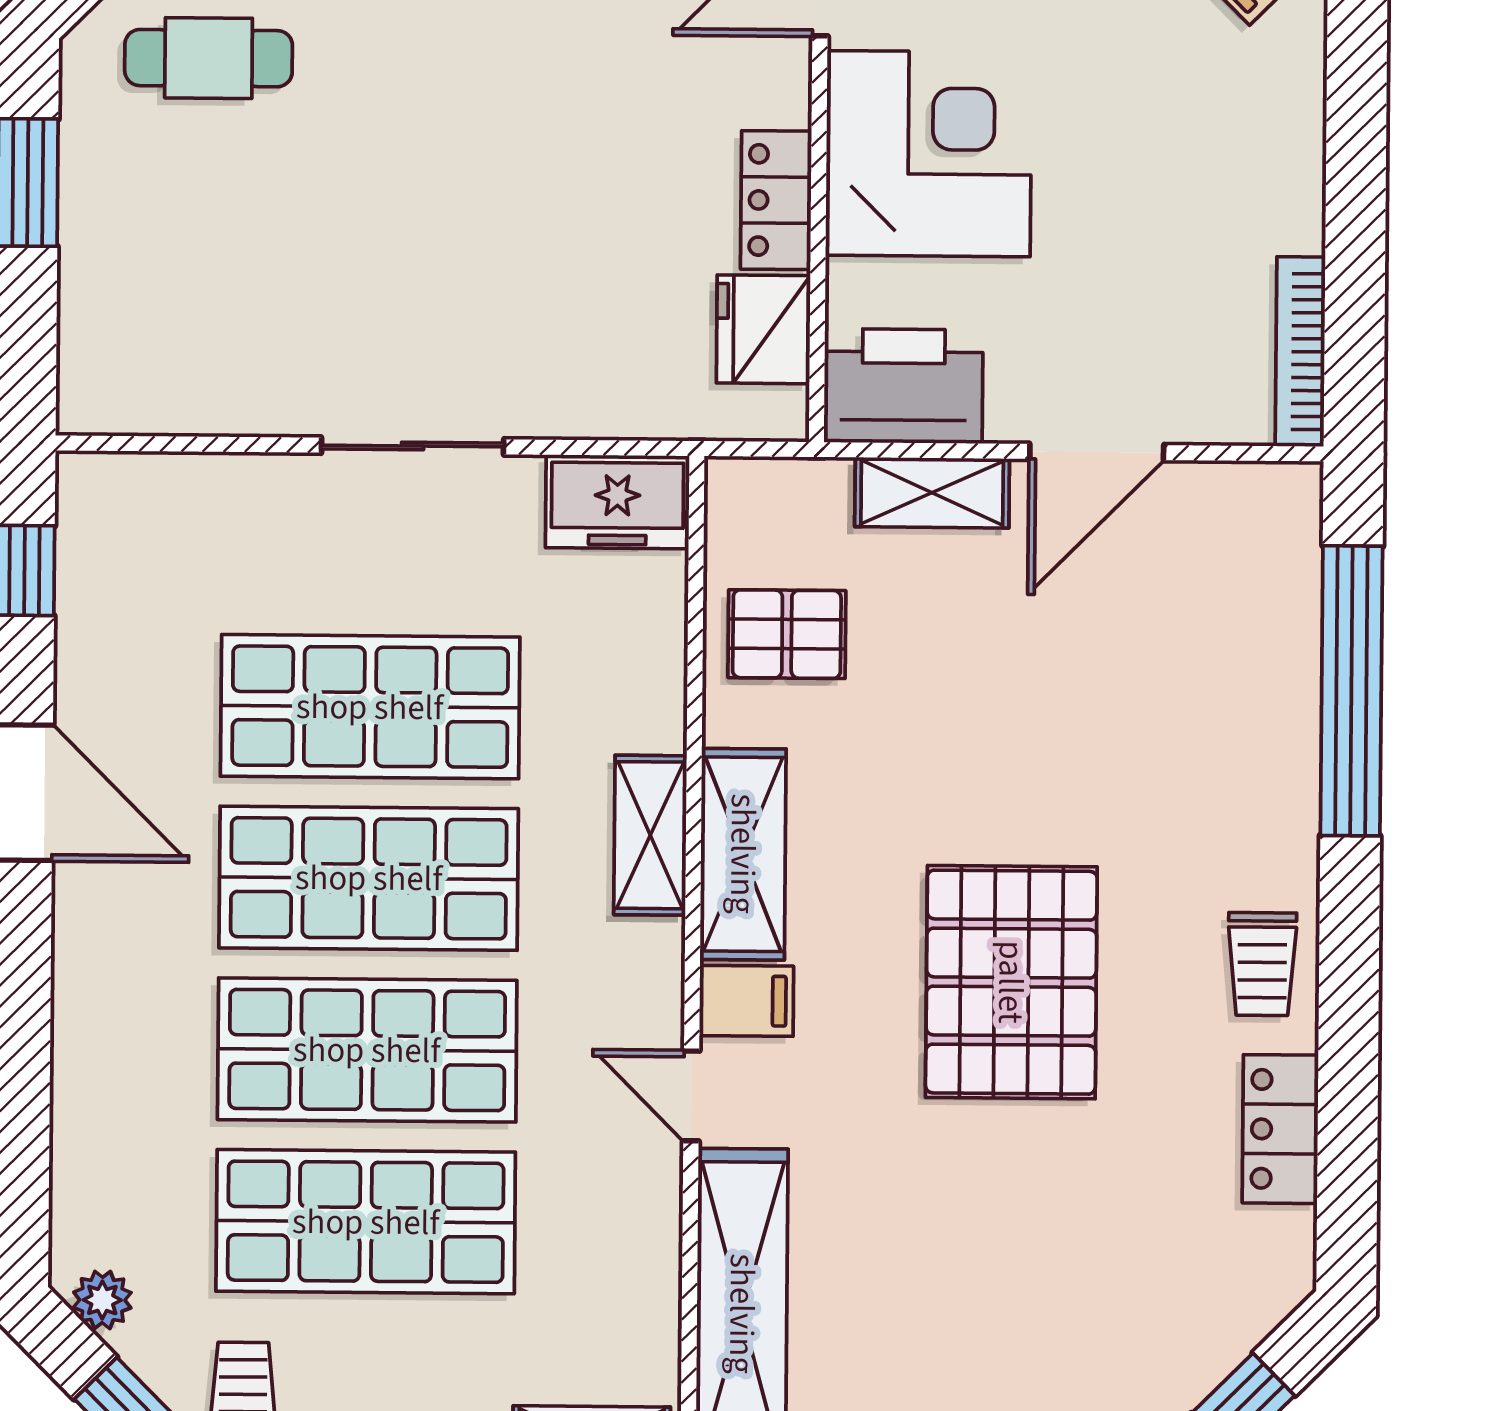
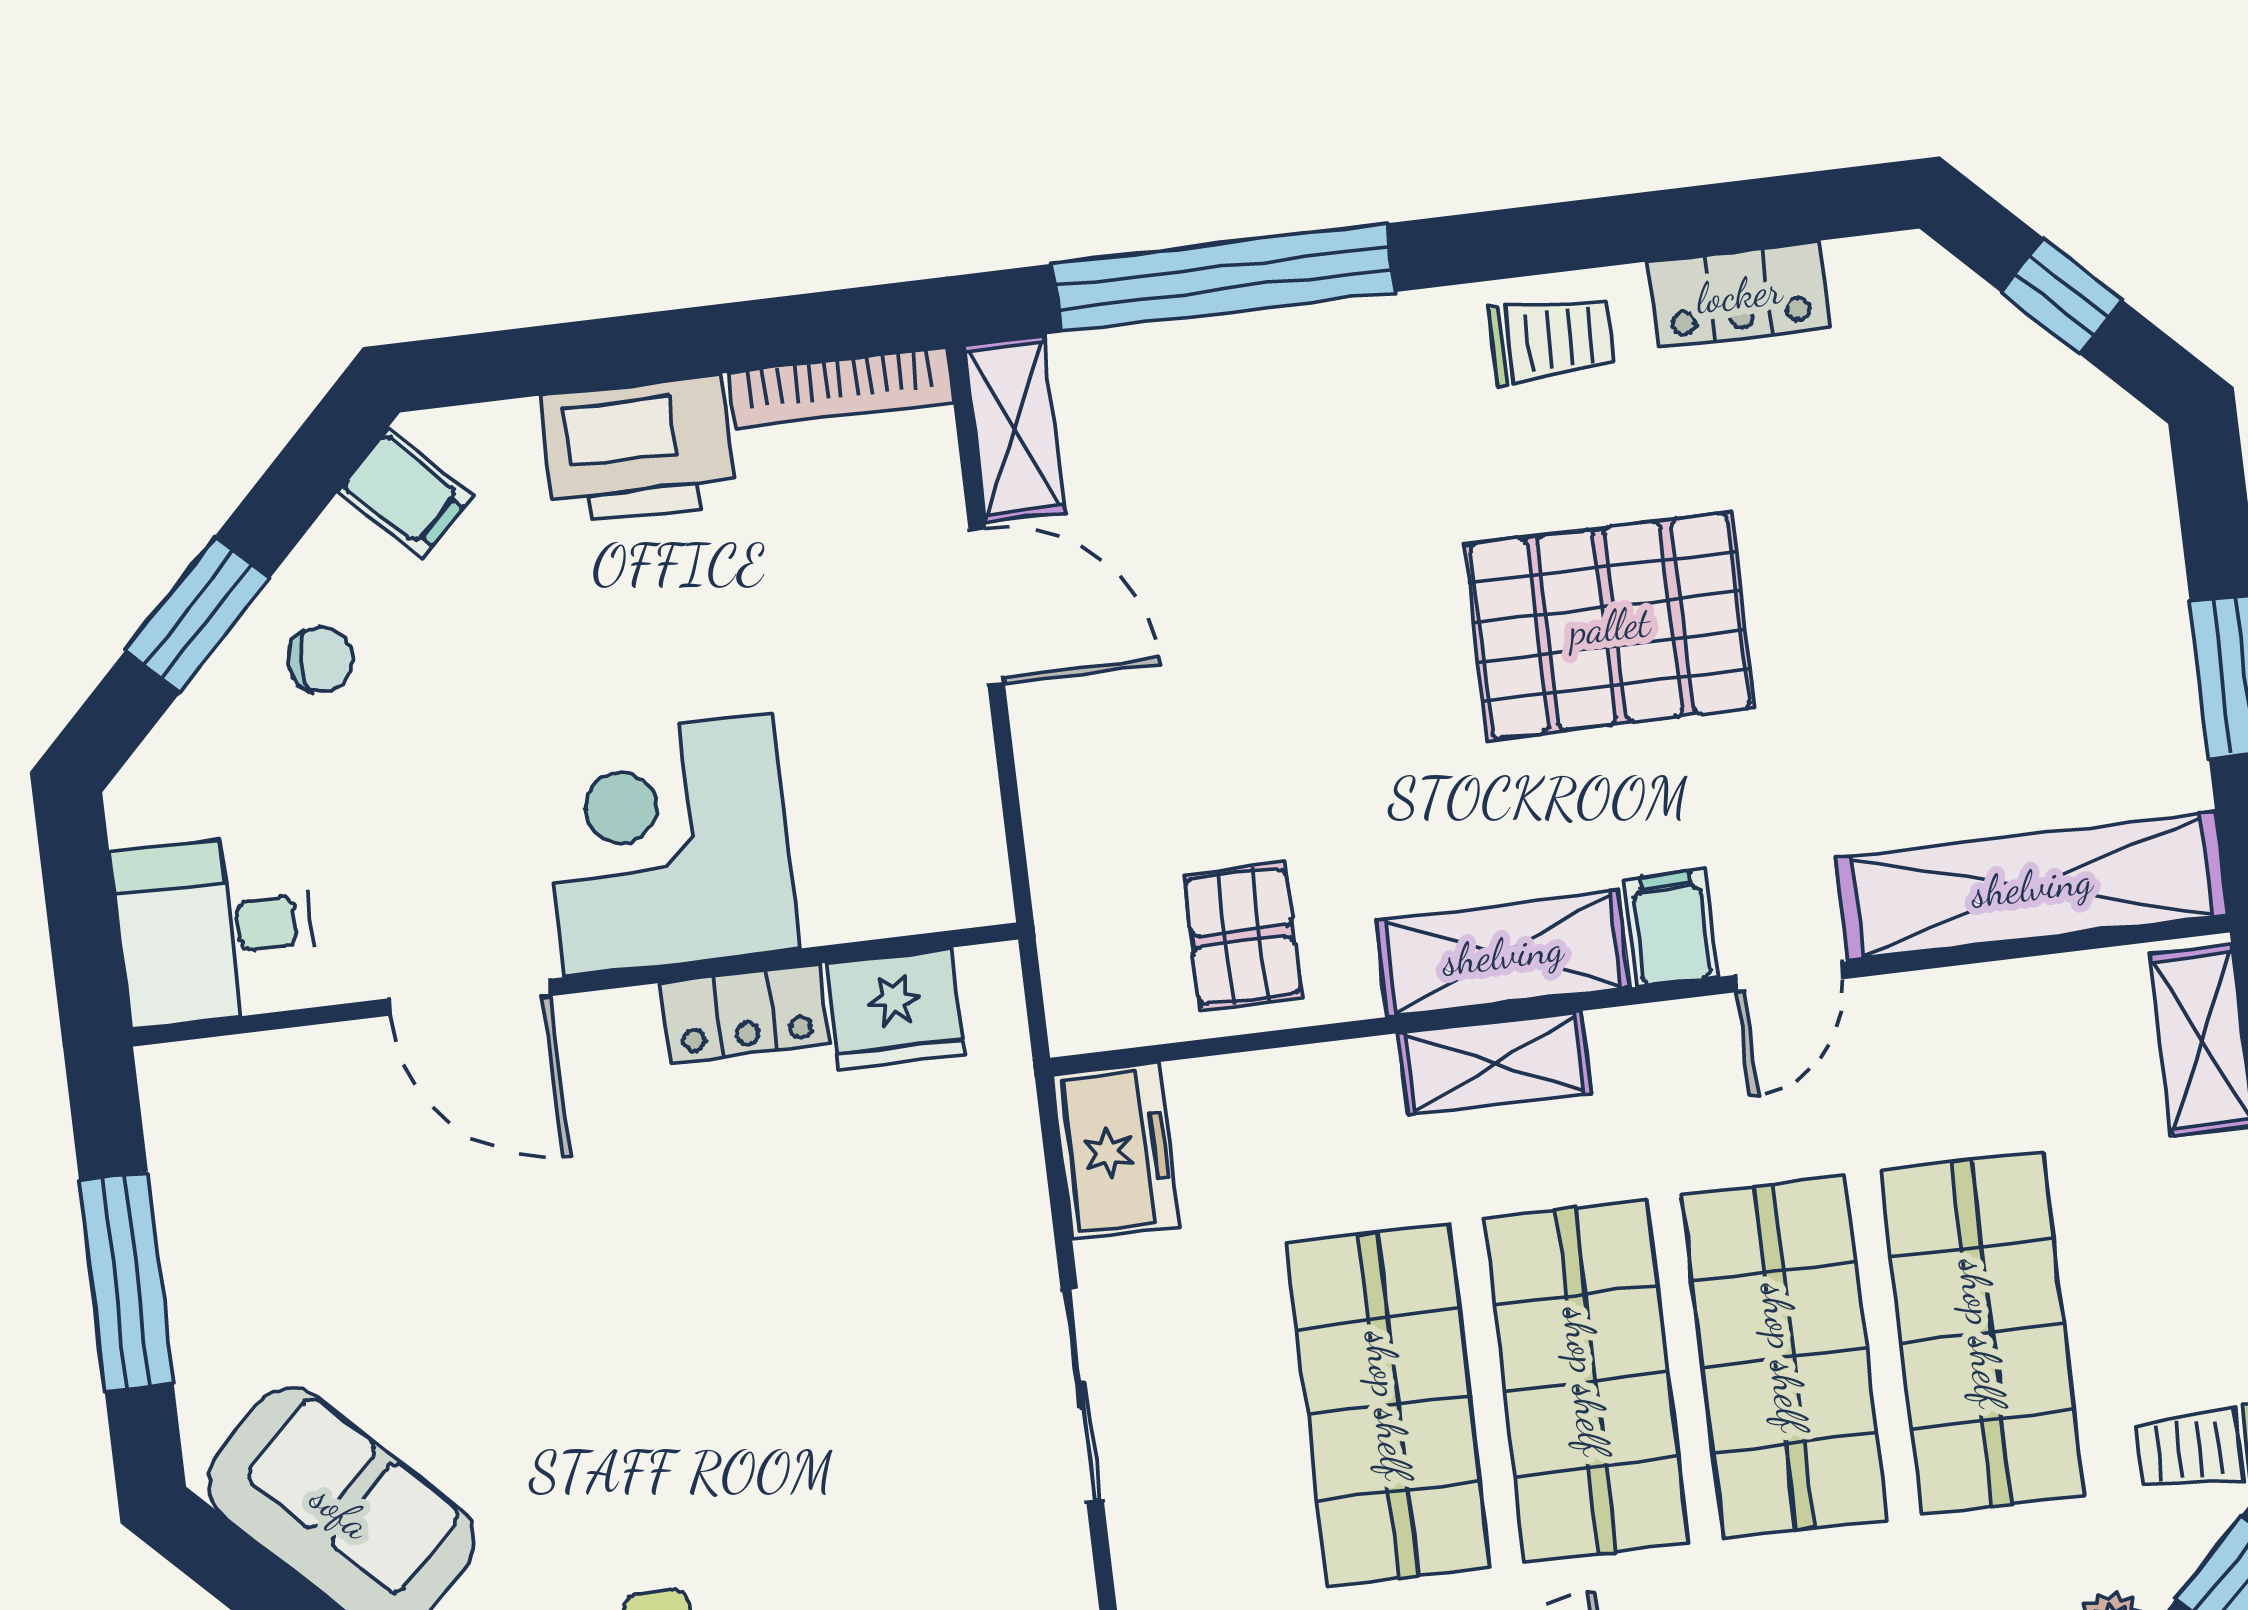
printer: (903, 386) -> (638, 450), moved, turned -90
shelving: (932, 493) -> (1014, 428), moved

